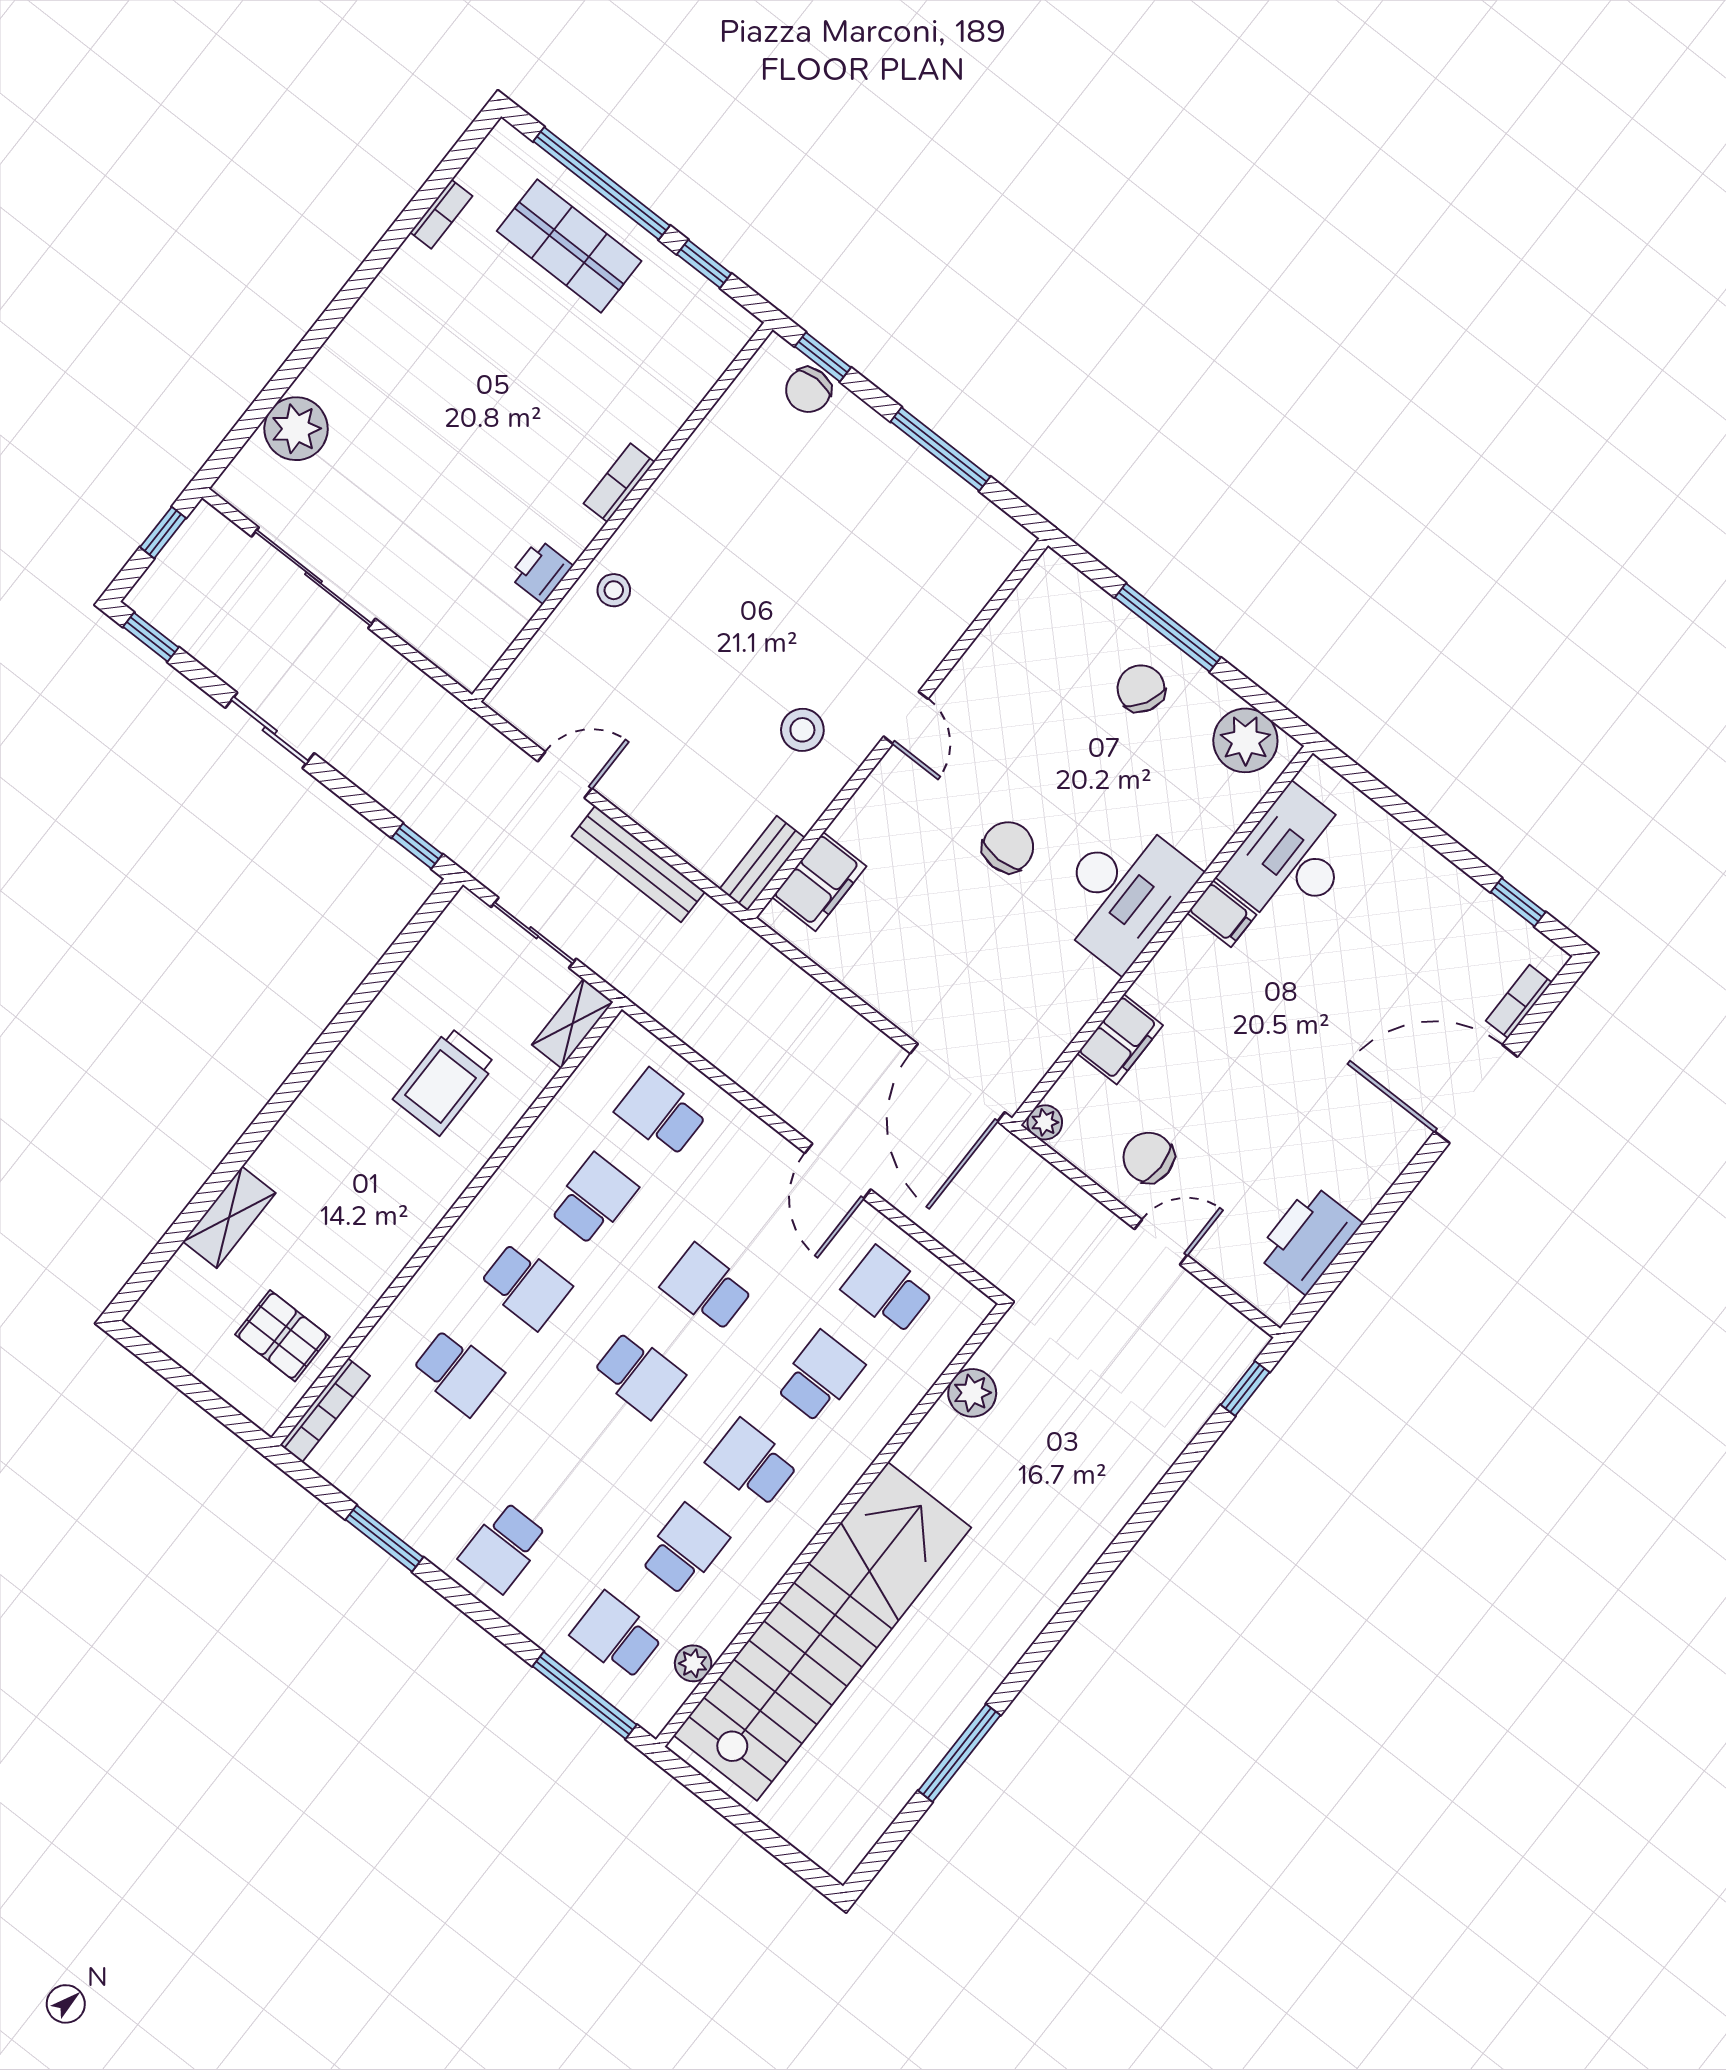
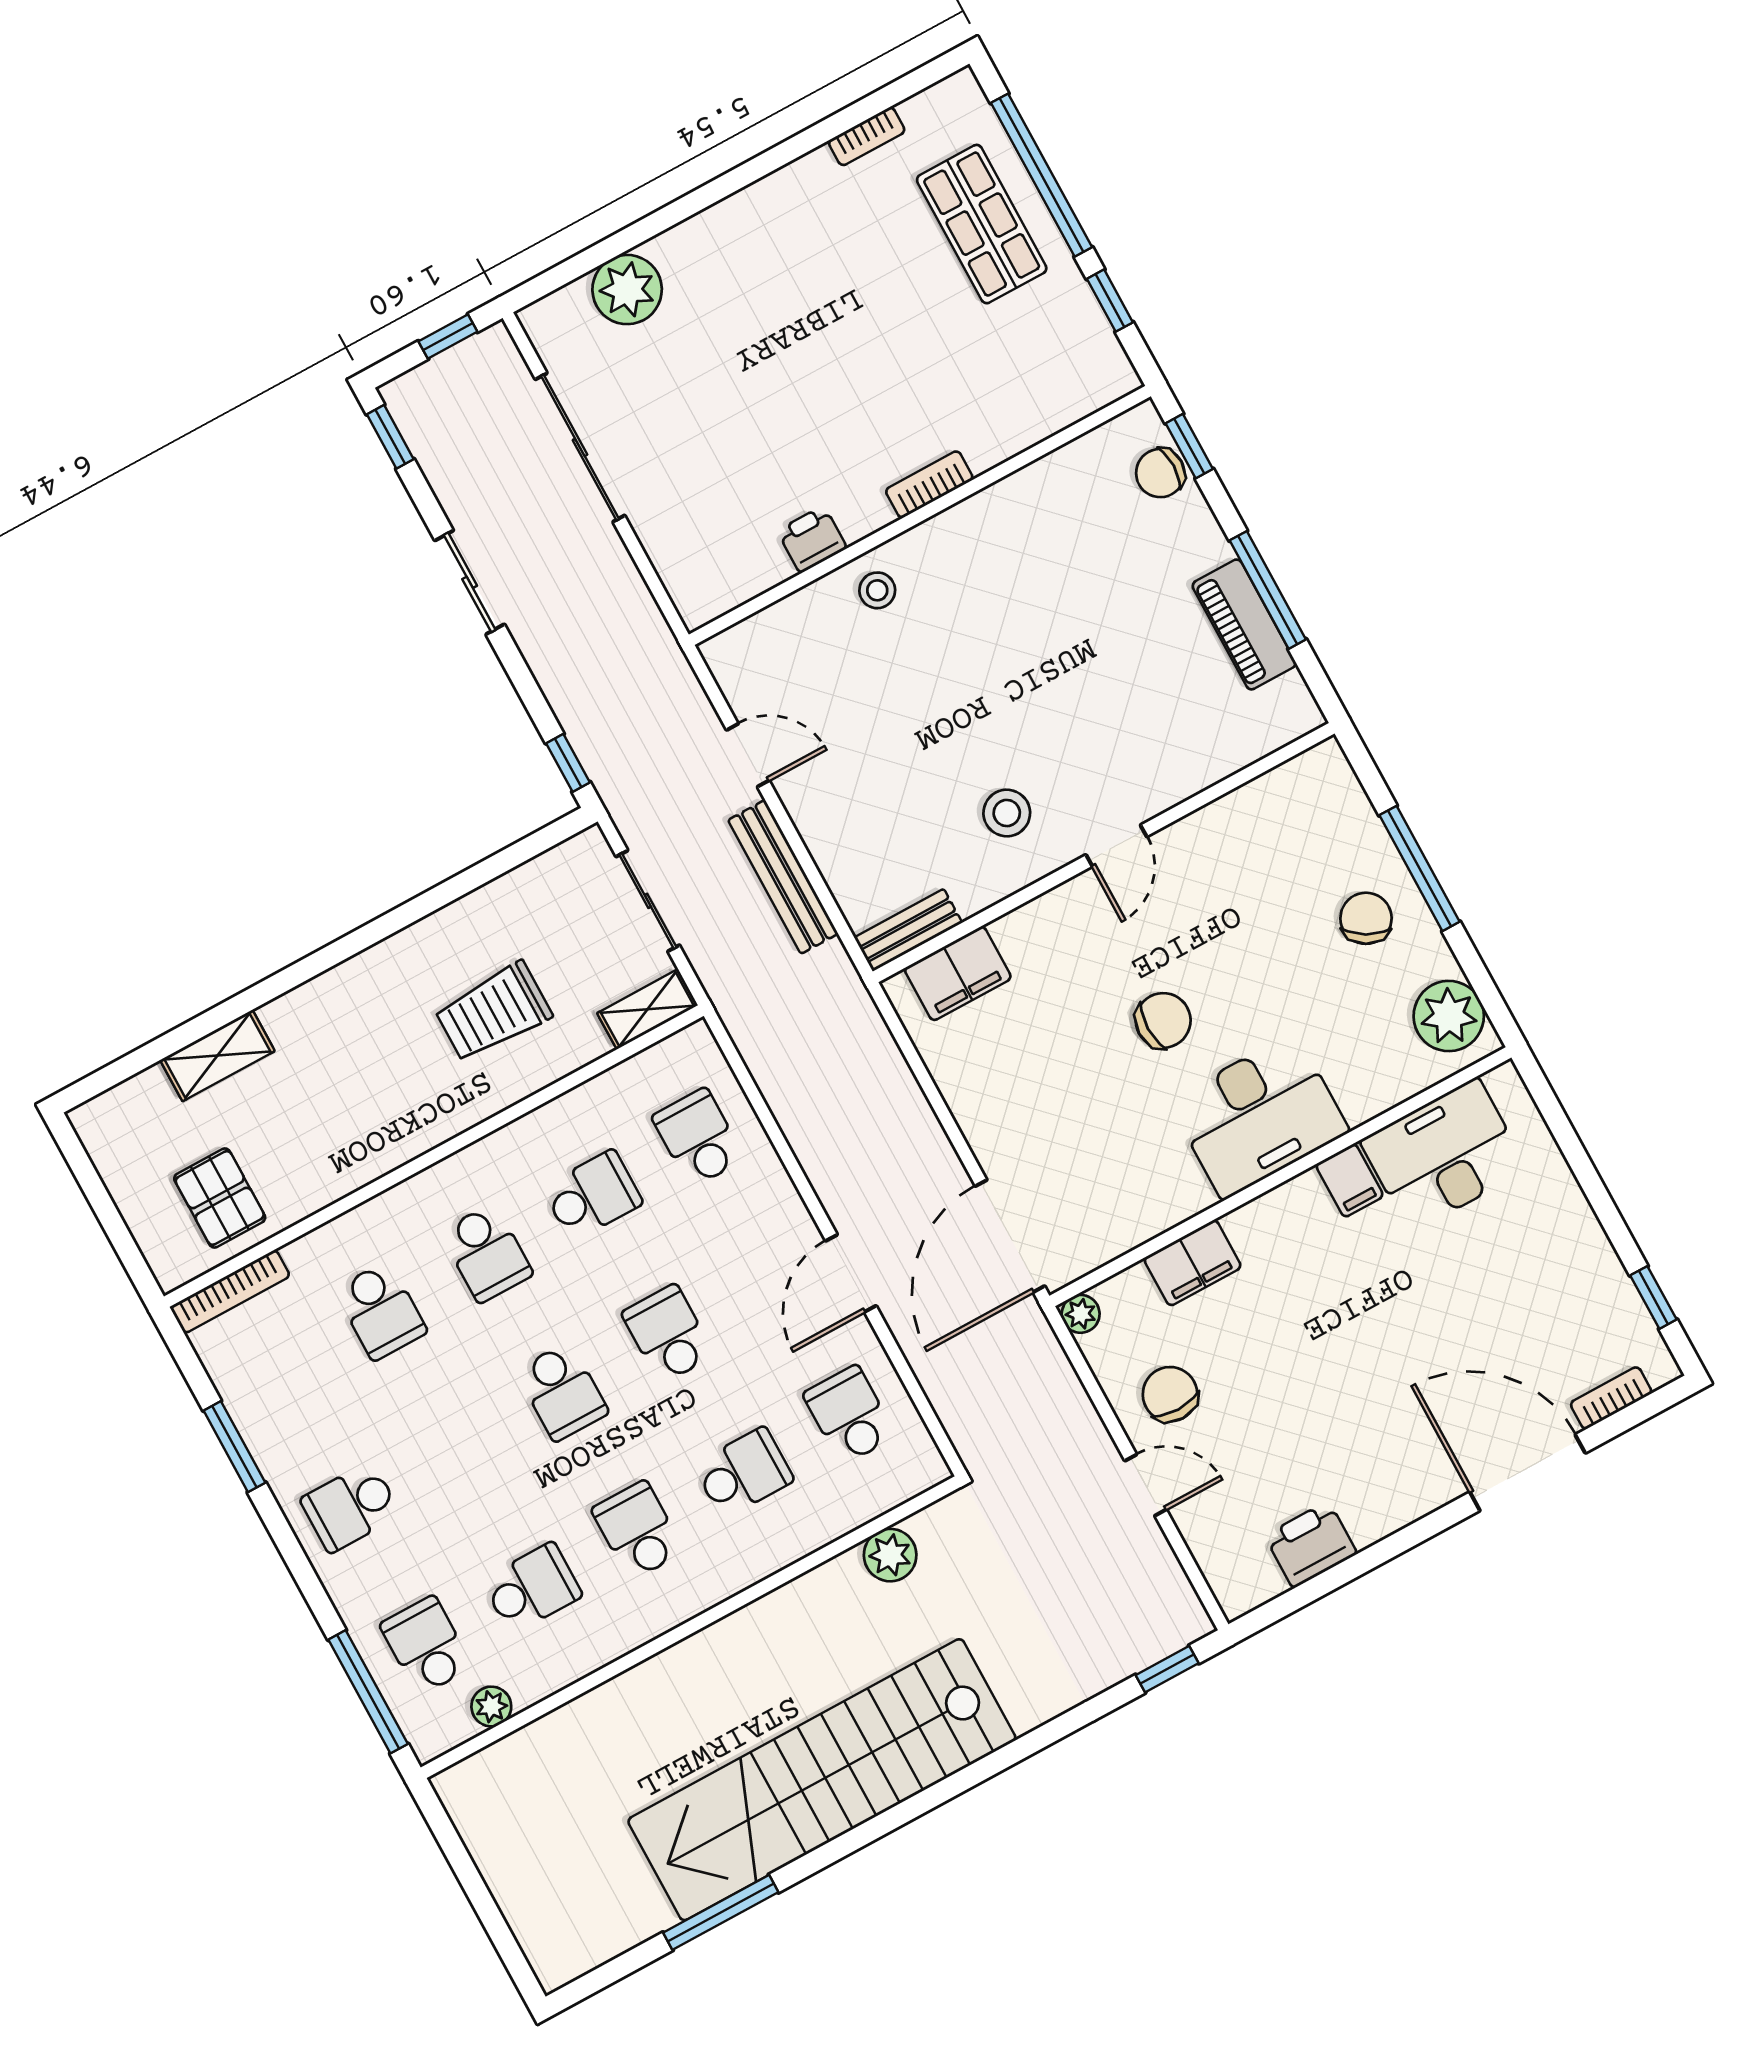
piano: (933, 487) -> (1244, 624), added
printer: (1309, 1239) -> (1311, 1545), width x0.73, depth x0.84
stairs: (822, 1631) -> (822, 1780), moved, turned 180

